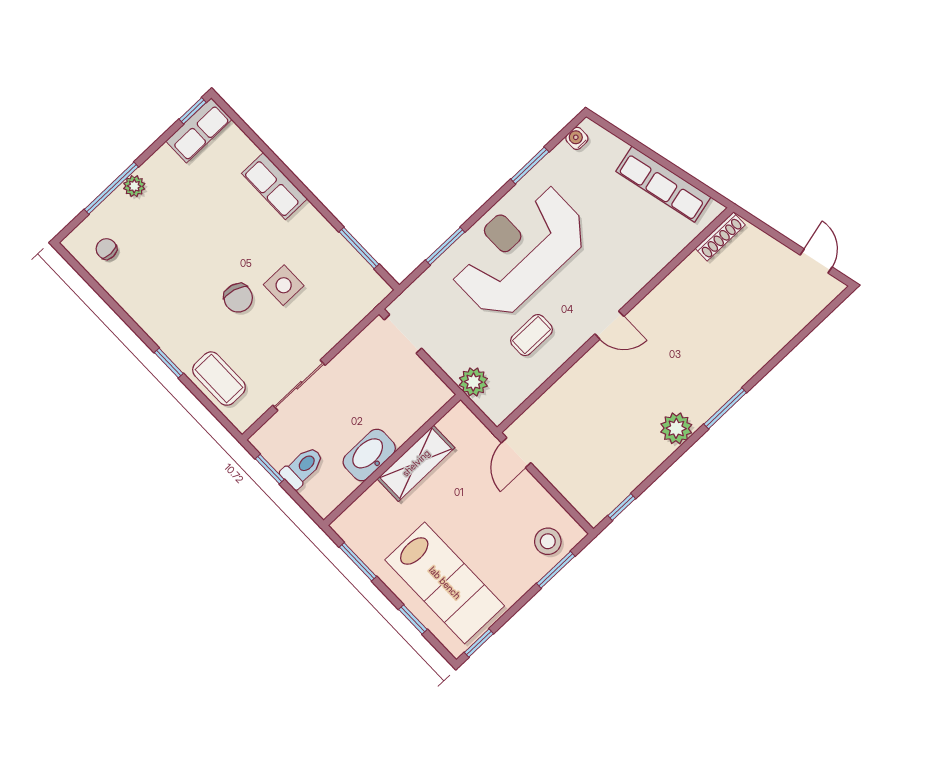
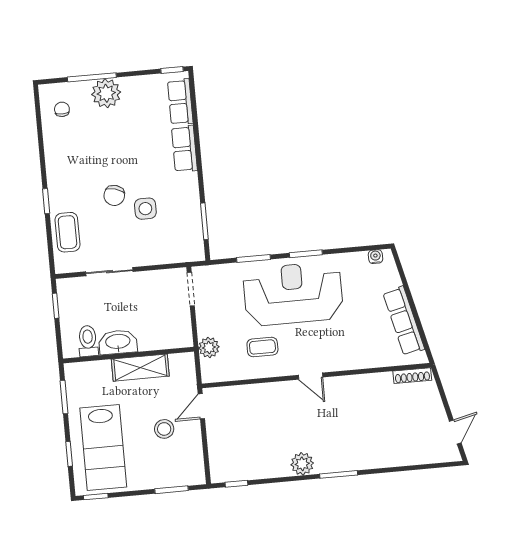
row of seats: (199, 130) -> (180, 102), moved, turned 90
window: (530, 166) -> (306, 254), moved
plant: (134, 186) -> (106, 93), width x1.87, depth x1.87
toilet: (302, 467) -> (88, 341), moved, turned -90
stool: (548, 541) -> (164, 429), moved

